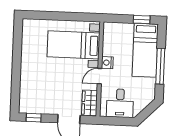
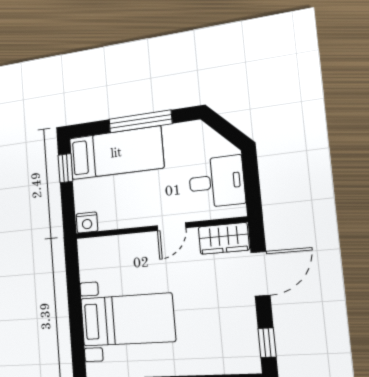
bed with nightstands: (73, 45) -> (127, 320), moved, turned -90
nightstand: (107, 63) -> (87, 223), moved
door: (100, 76) -> (171, 227), hinge flipped

